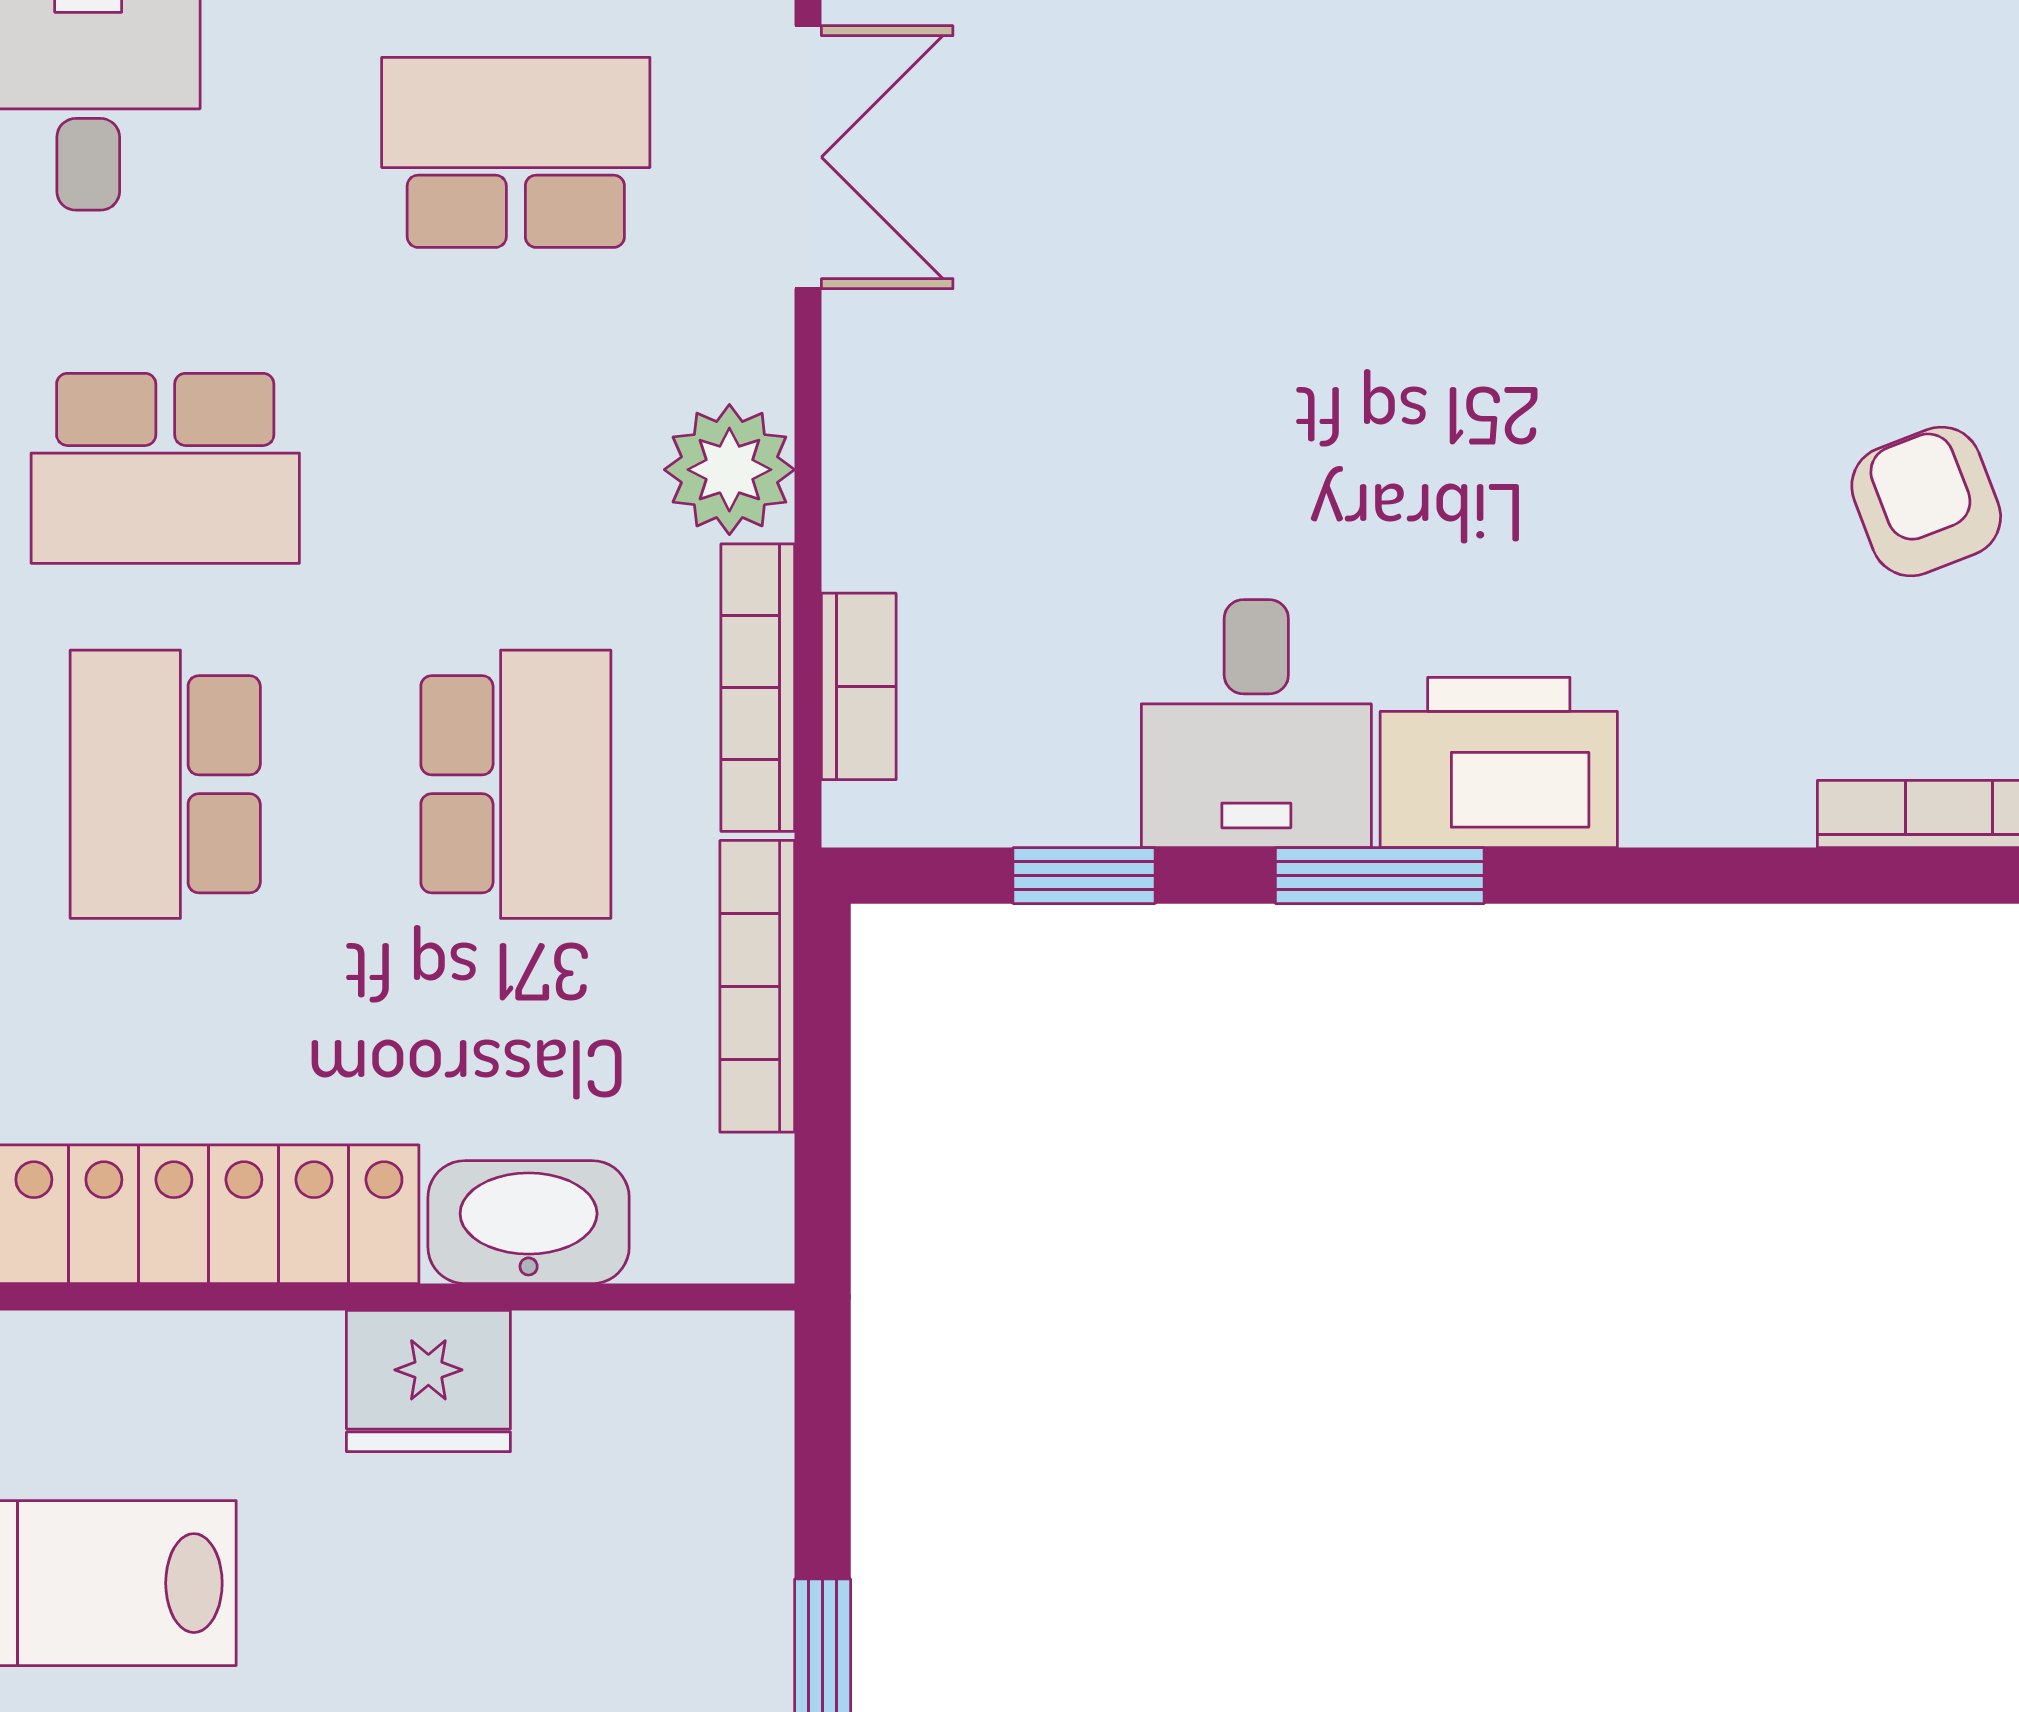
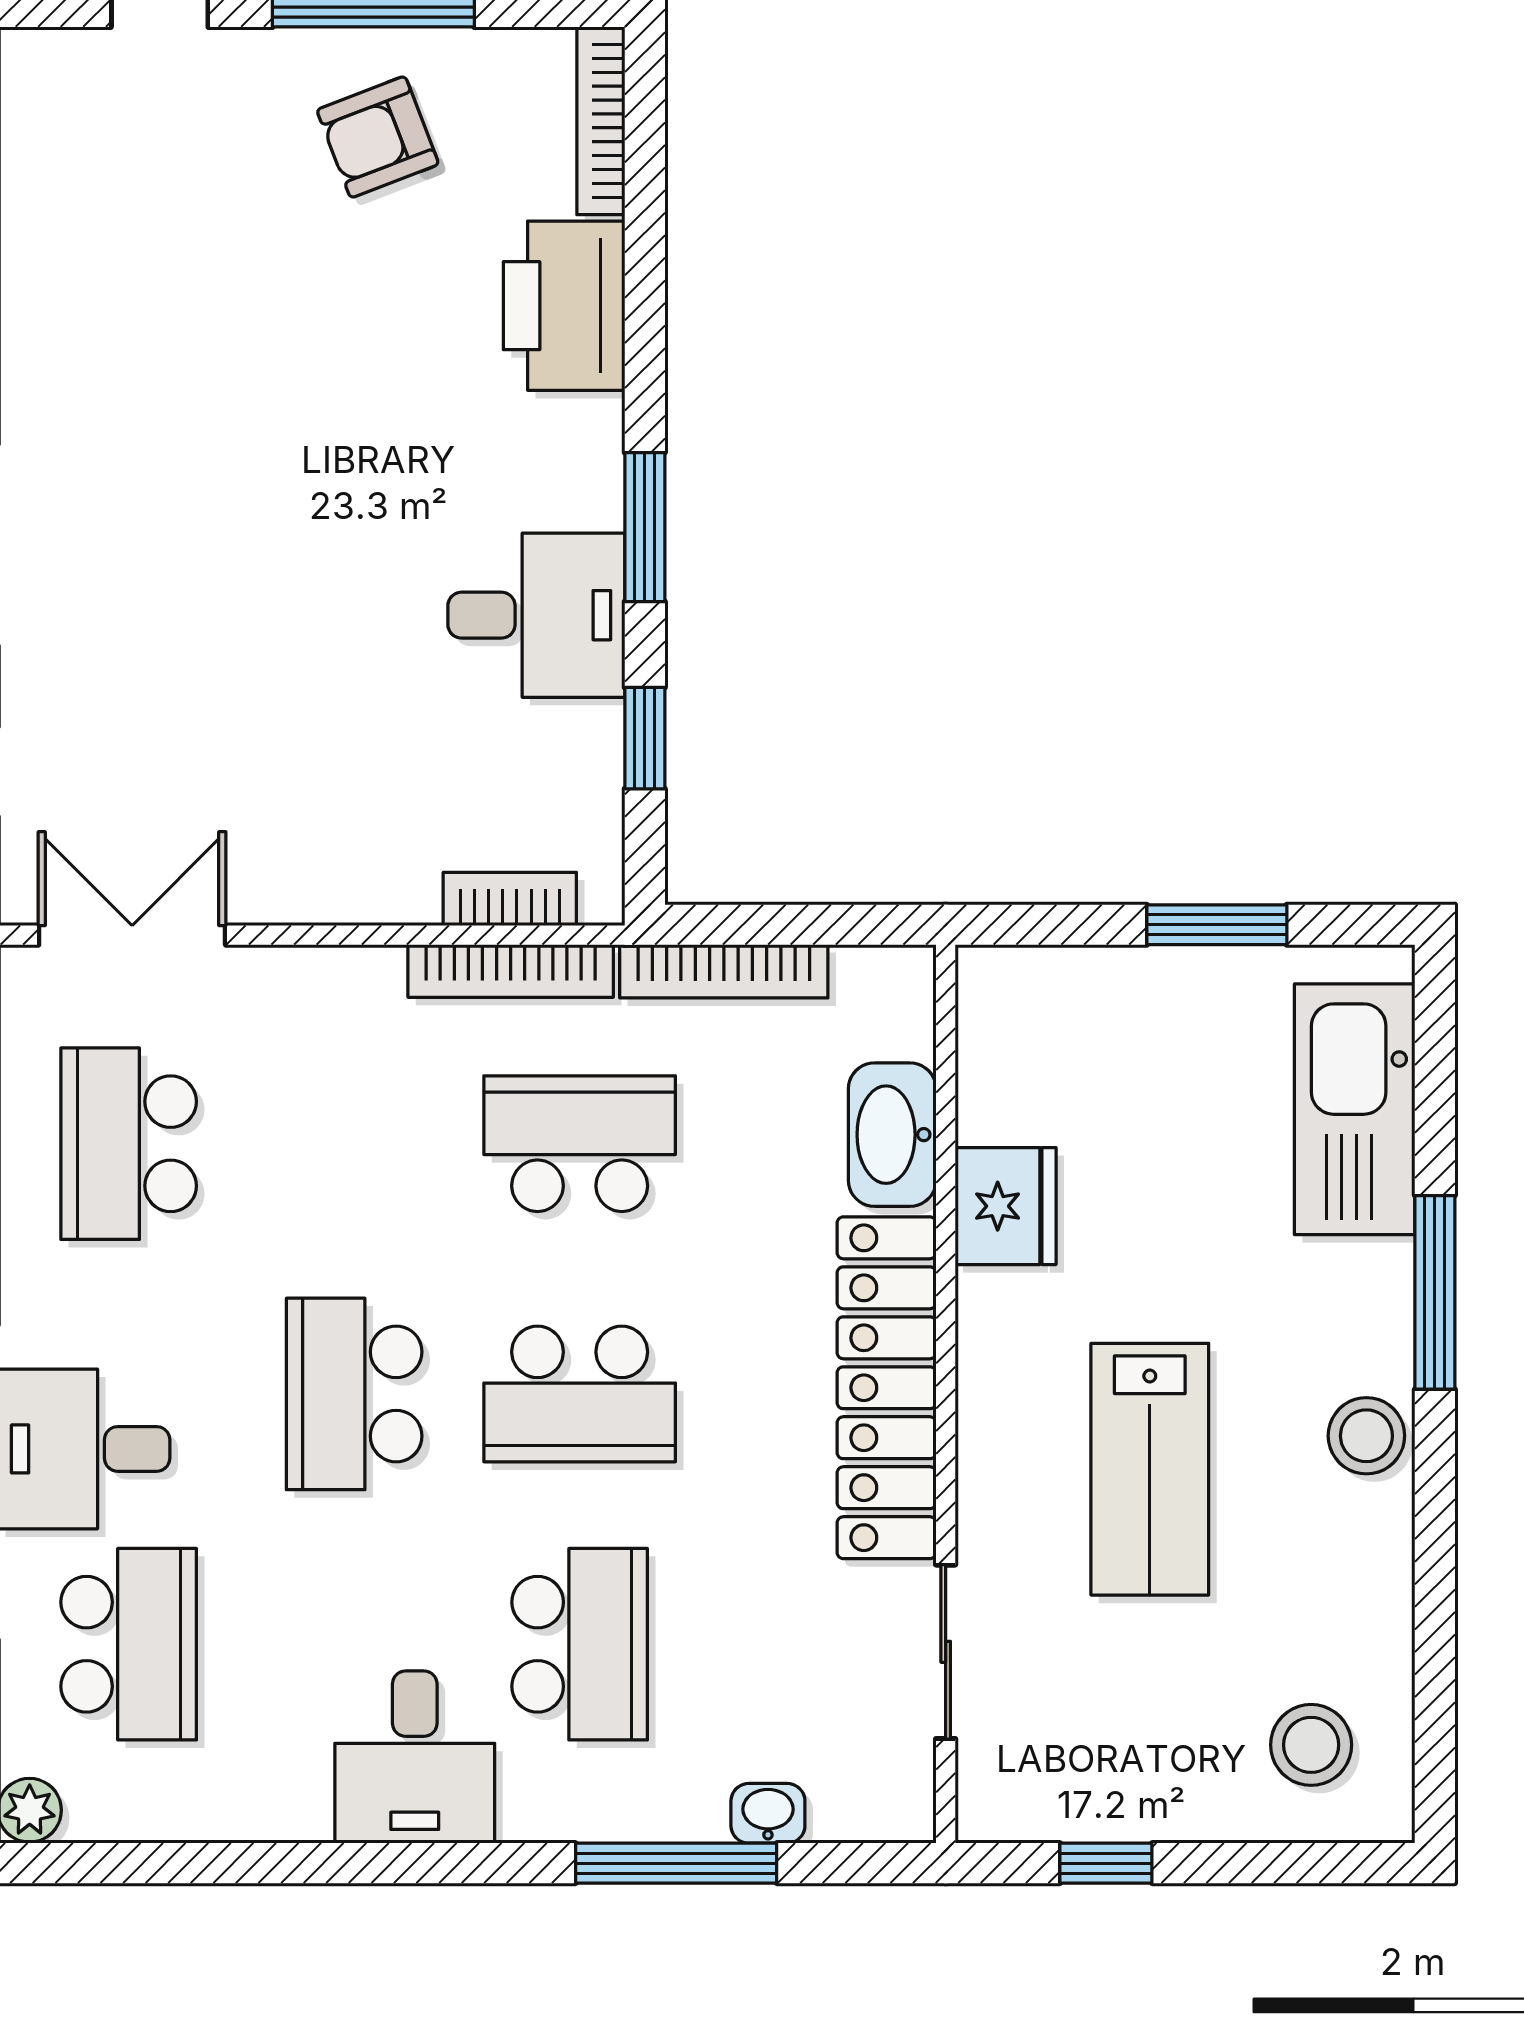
school desk: (165, 468) -> (354, 1394), turned 180
plant: (729, 470) -> (355, 991), removed
printer: (1499, 762) -> (564, 306), moved

